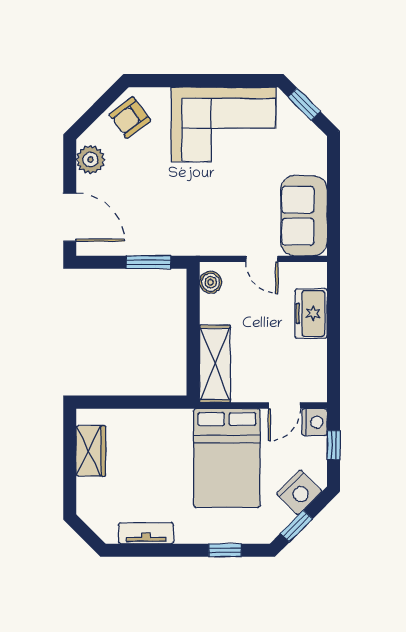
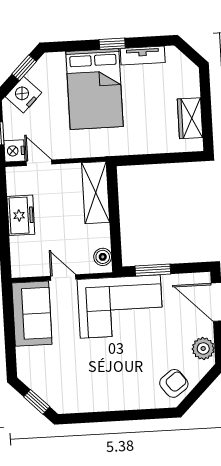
corner sofa: (224, 125) -> (120, 307), moved, turned 180
freezer: (311, 313) -> (21, 215), moved
door: (284, 405) -> (39, 163), hinge flipped
bed: (227, 458) -> (94, 89), moved, turned 180
window: (225, 550) -> (112, 44), moved

